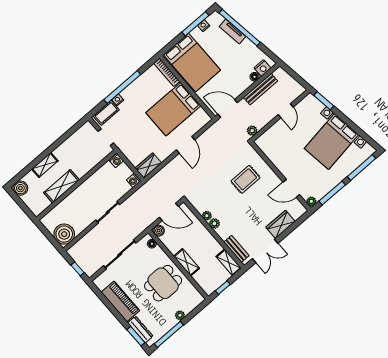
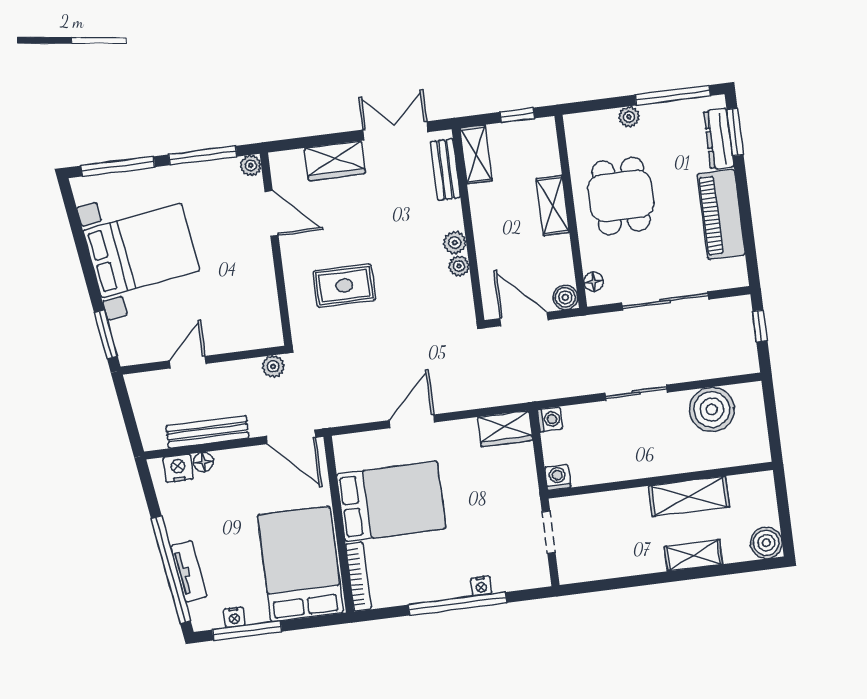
cot: (106, 113) -> (518, 576), removed
boiler: (64, 234) -> (712, 410), moved
dining table: (163, 283) -> (621, 196), turned 90

